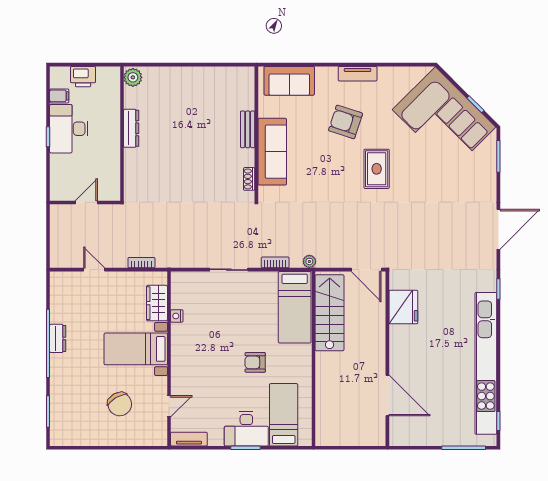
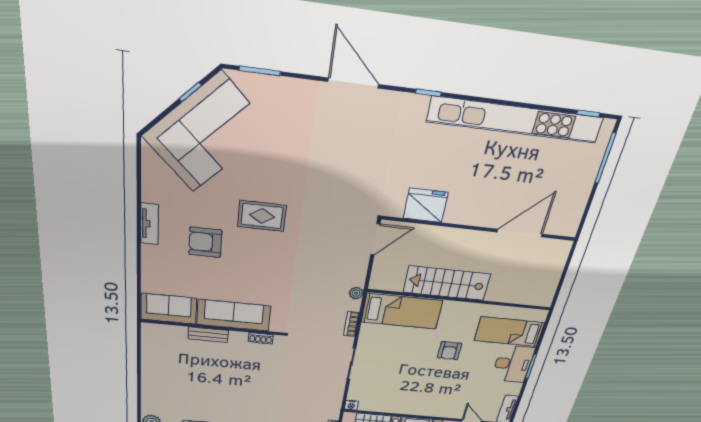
sofa: (289, 81) -> (169, 309), moved, turned -90
armchair: (345, 122) -> (205, 242), turned 72
stairs: (330, 313) -> (447, 283), moved
nightstand: (177, 316) -> (351, 405), moved

